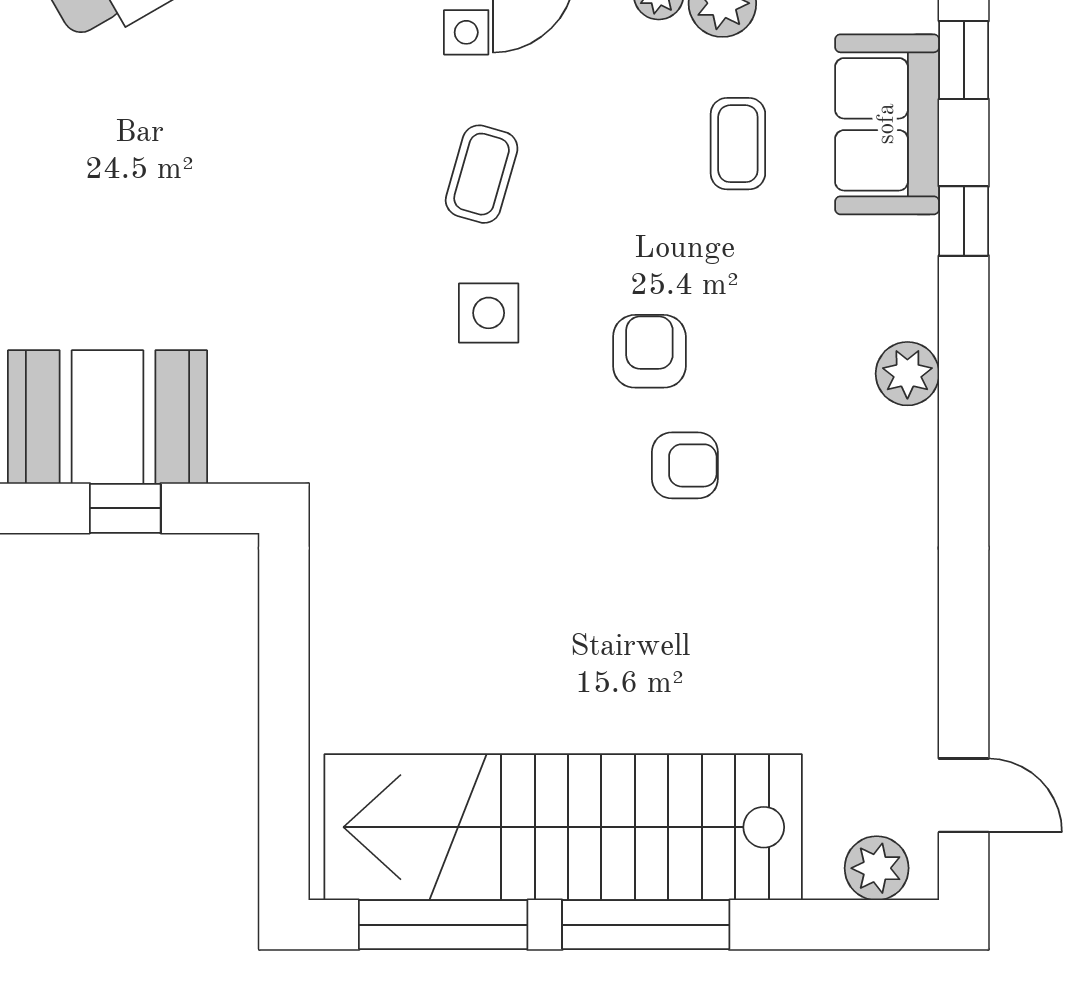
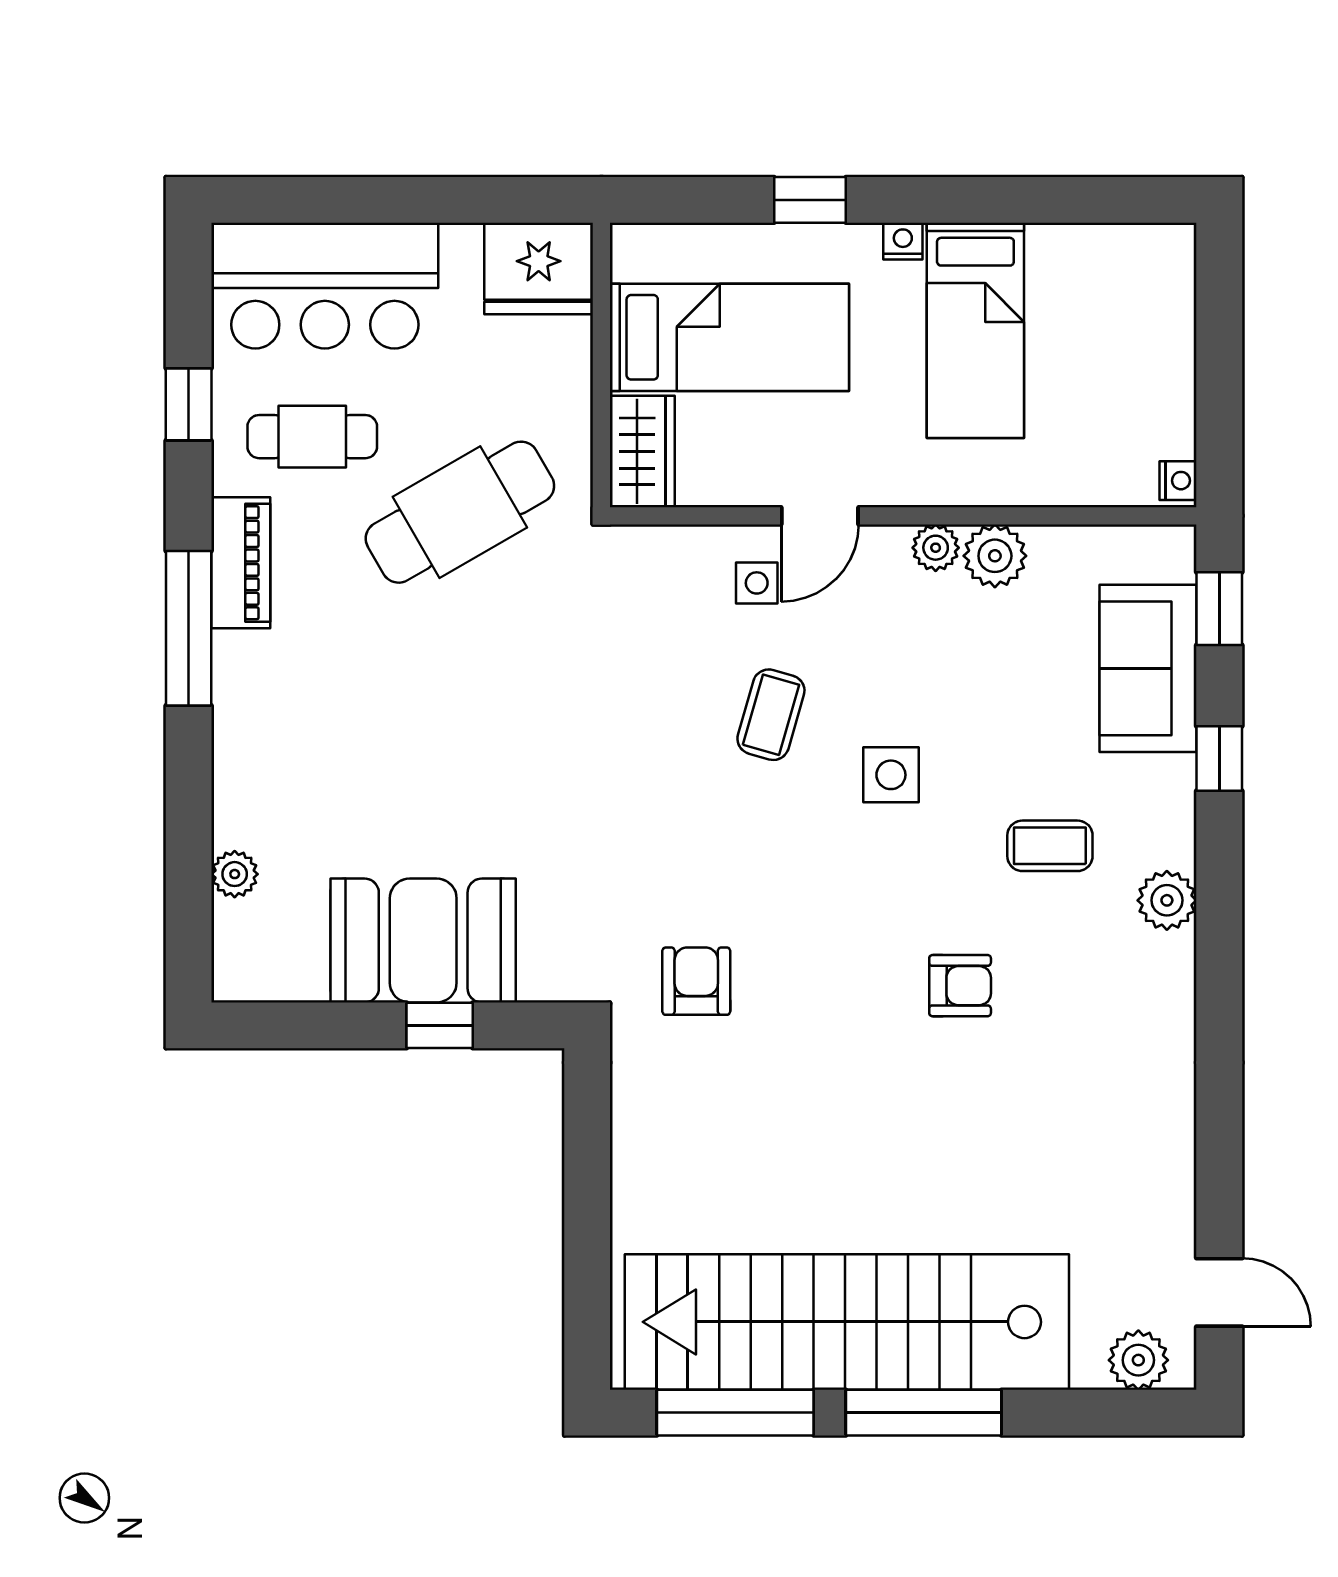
coffee table: (738, 144) -> (1050, 846), moved, turned 90
side table: (489, 313) -> (891, 775), moved
armchair: (649, 351) -> (696, 981), moved

